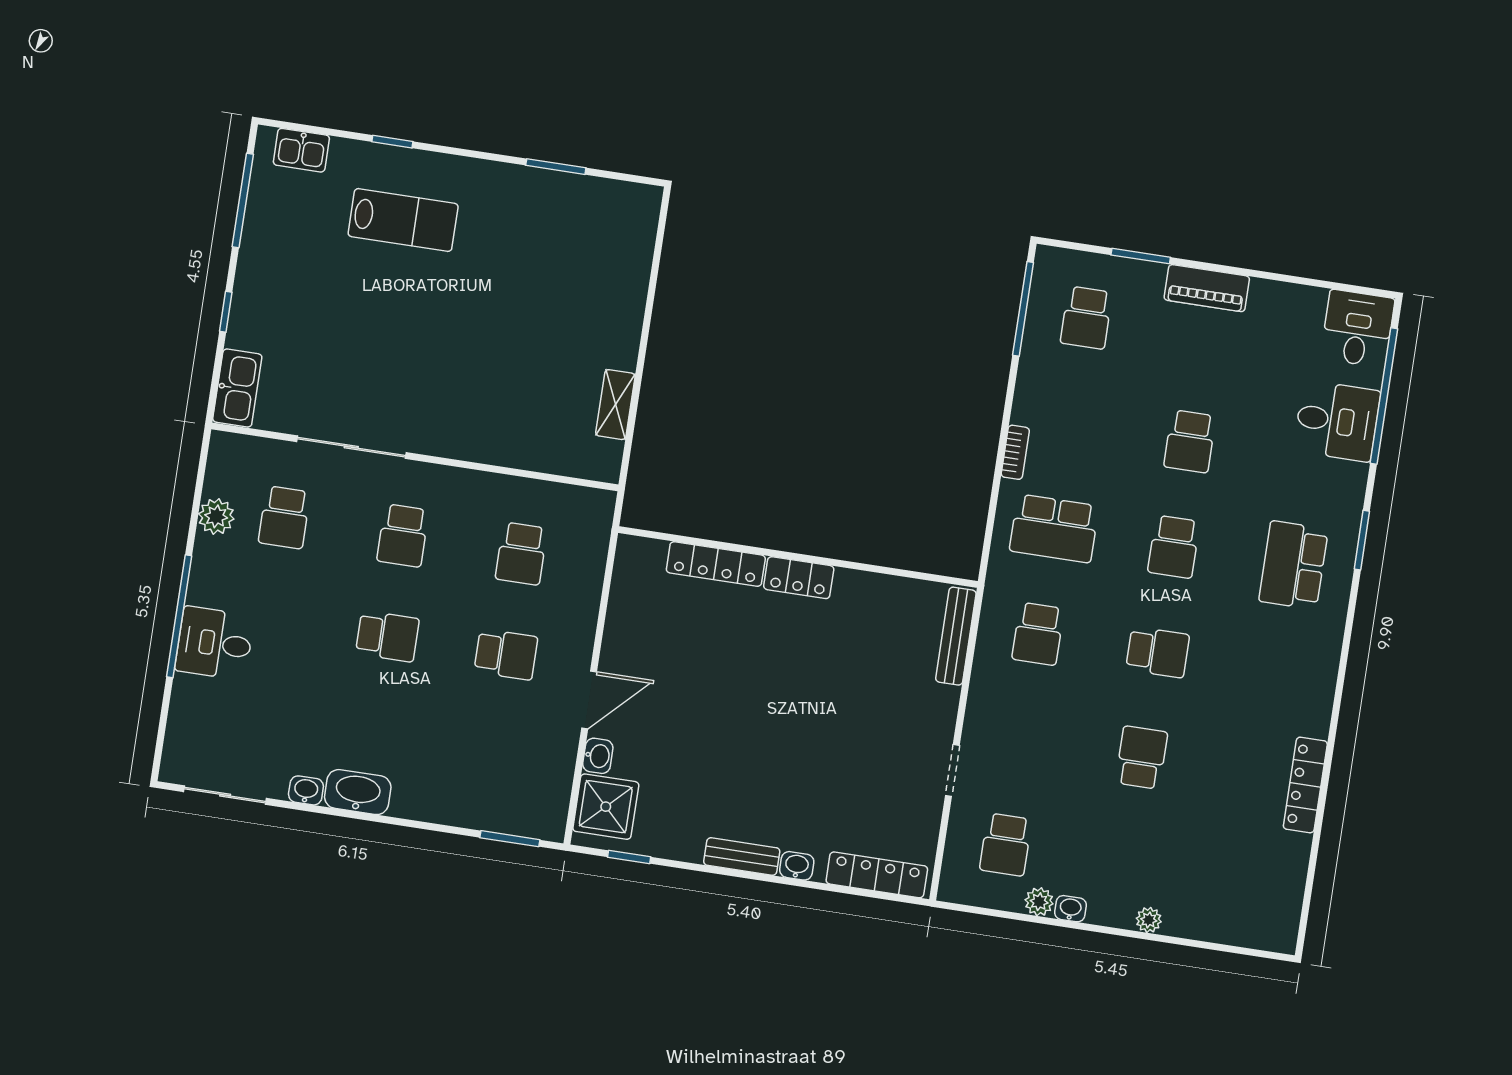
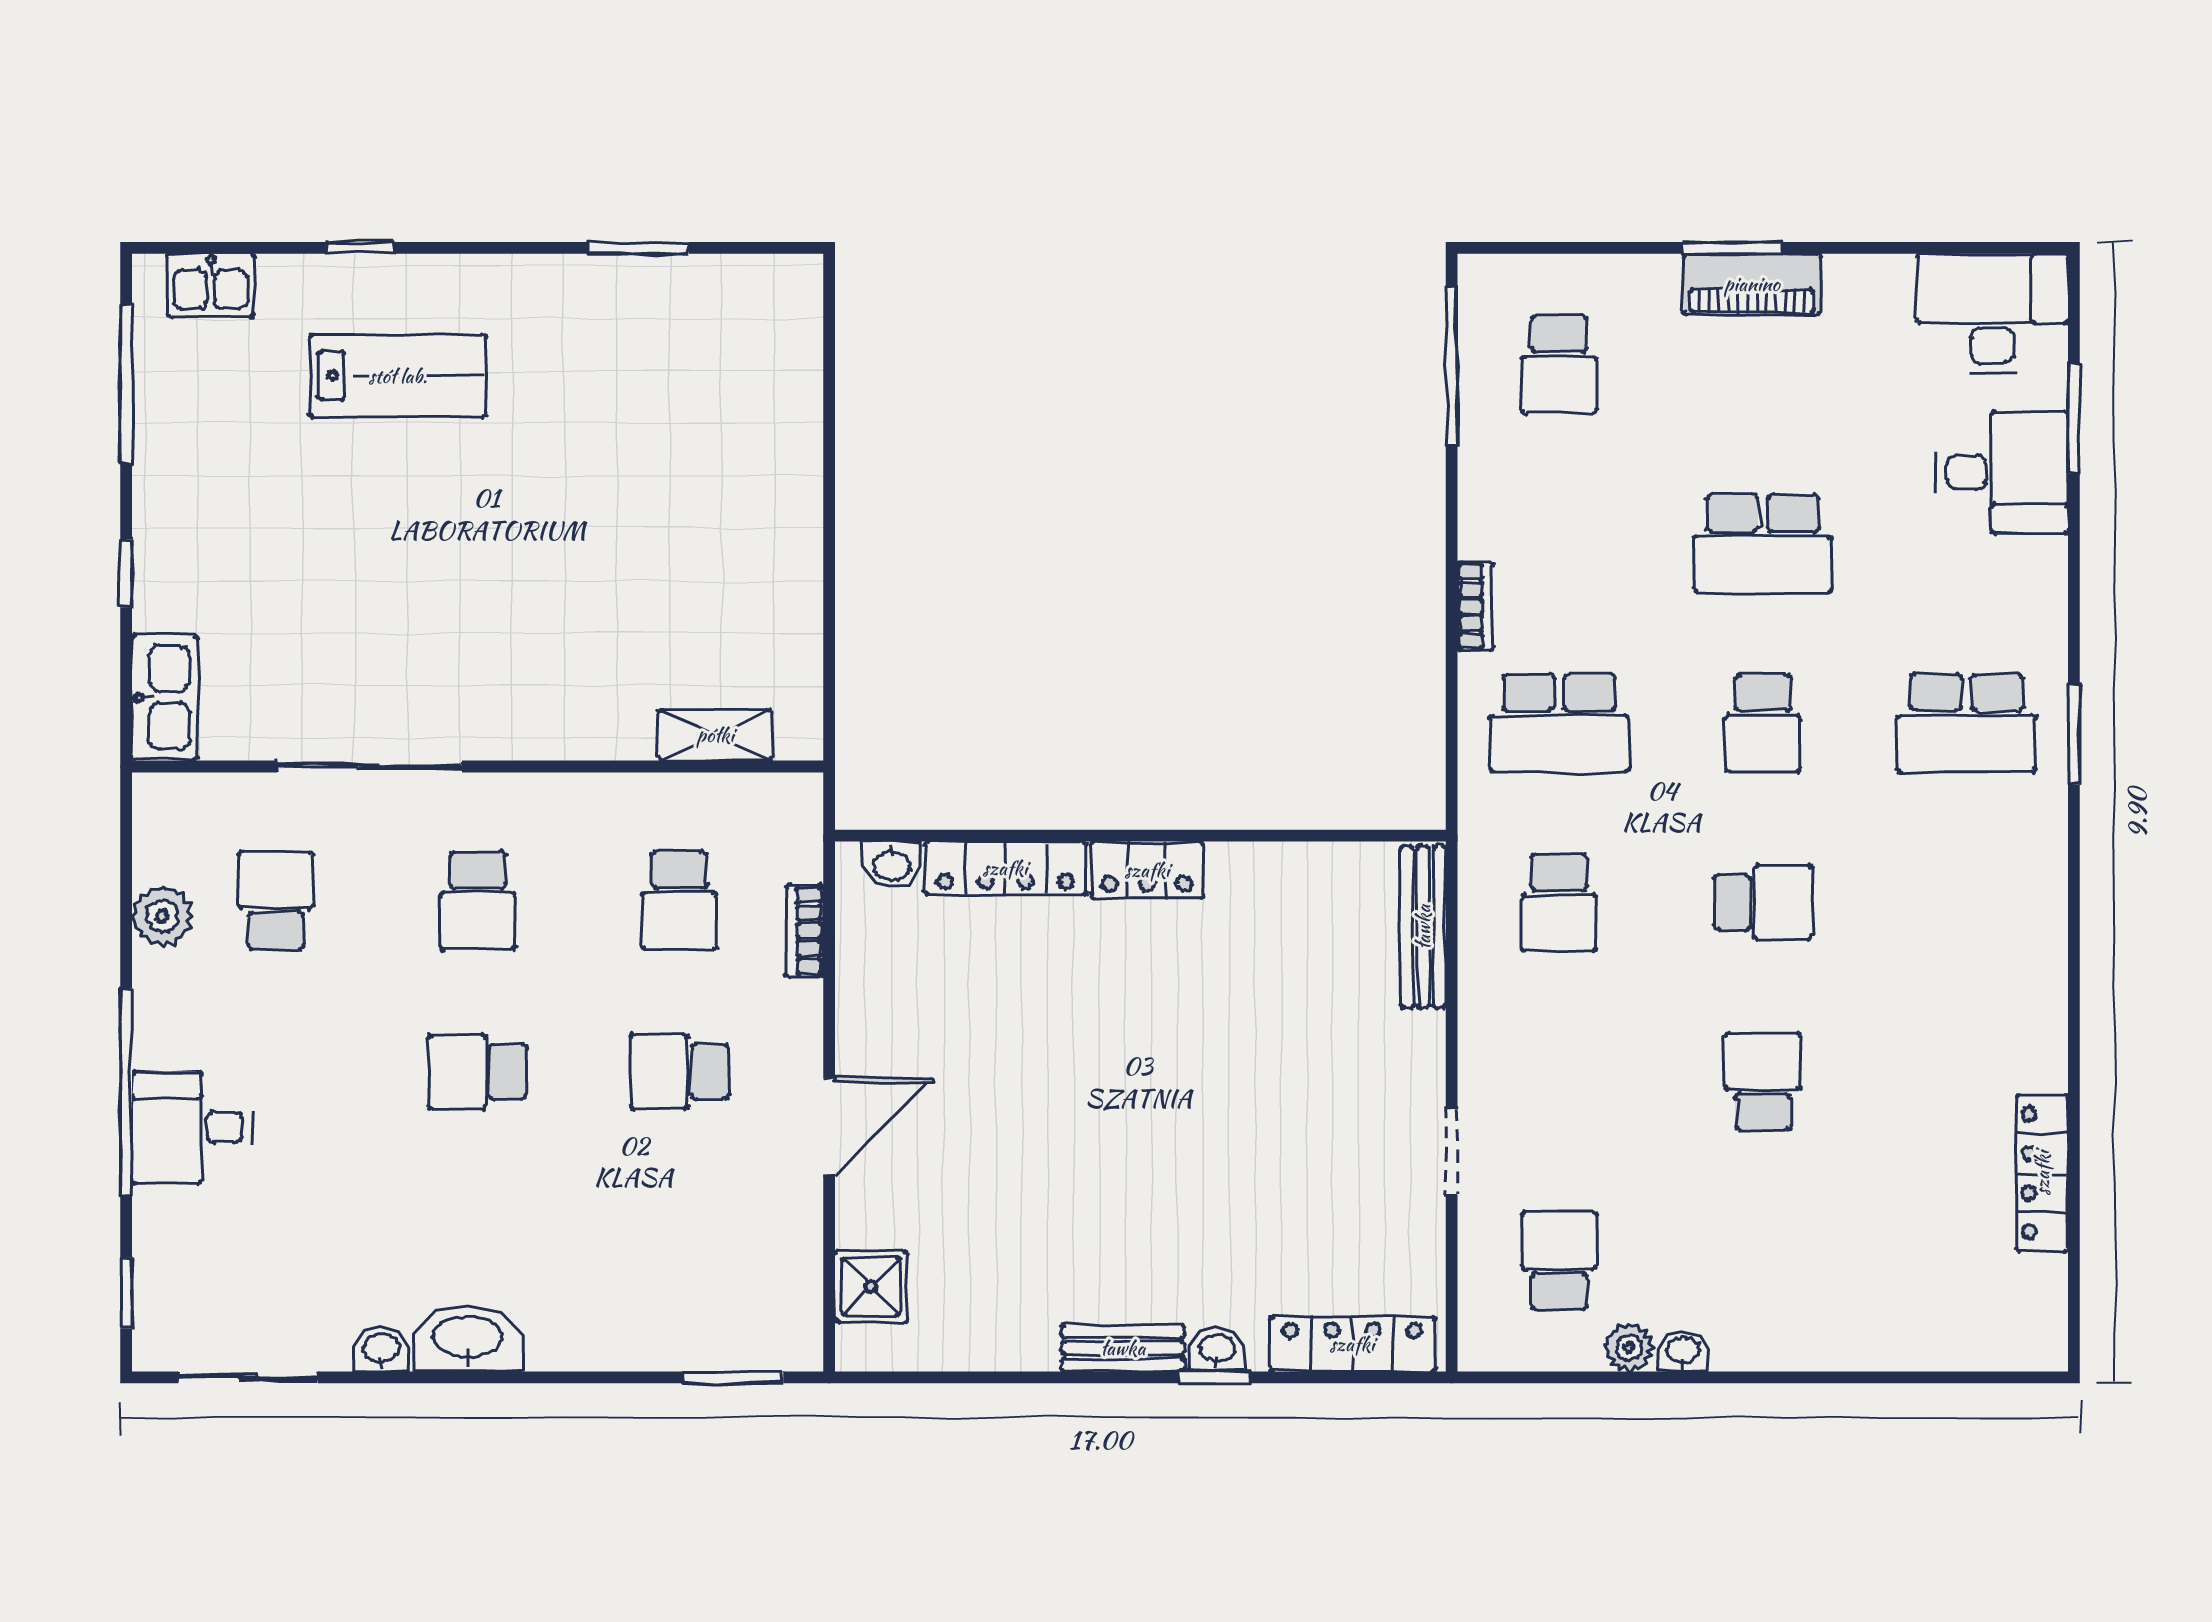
window: (1141, 256) -> (1732, 248), moved
desk: (1358, 329) -> (1992, 313), width x1.37
window: (1384, 396) -> (2074, 419), width x0.47
shelving: (615, 405) -> (715, 735), moved, turned 90
school desk: (1190, 441) -> (1763, 544), width x1.85
school desk: (284, 517) -> (276, 900), turned 180
window: (1362, 540) -> (2074, 734), moved
school desk: (1293, 565) -> (1967, 723), turned -90
bookcase: (592, 583) -> (805, 931), added
school desk: (387, 636) -> (478, 1072), turned 180
school desk: (506, 654) -> (679, 1072), turned 180
window: (161, 735) -> (126, 1293), added
washbasin: (598, 756) -> (891, 865), moved, turned 90
locker: (1305, 785) -> (2042, 1173), moved
shower: (606, 807) -> (871, 1287), width x0.73, depth x0.73
school desk: (1006, 845) -> (1559, 1261), turned 180
window: (629, 857) -> (1215, 1377), moved
plant: (1149, 920) -> (1816, 1350), removed

